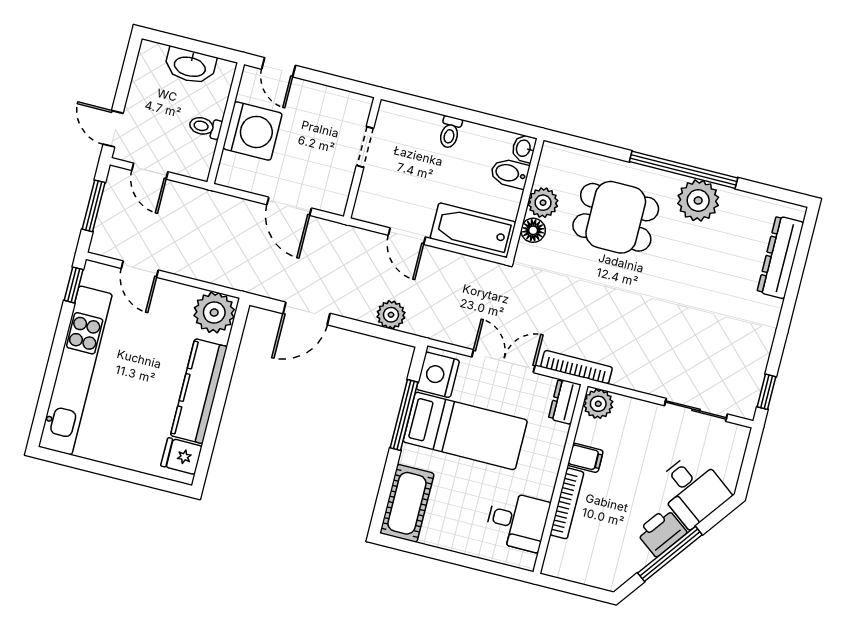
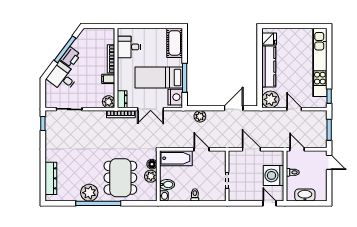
door: (150, 171) -> (297, 149), moved
dining table: (616, 217) -> (120, 178), width x1.38
door: (140, 269) -> (294, 109), moved

